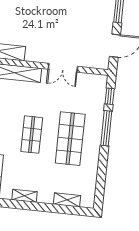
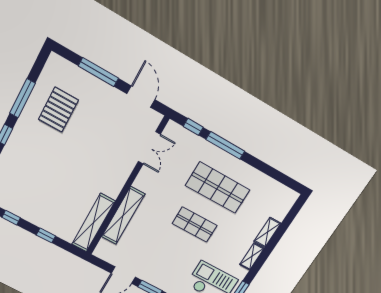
double door: (63, 68) -> (149, 148), moved
shelving: (67, 200) -> (267, 232), moved

